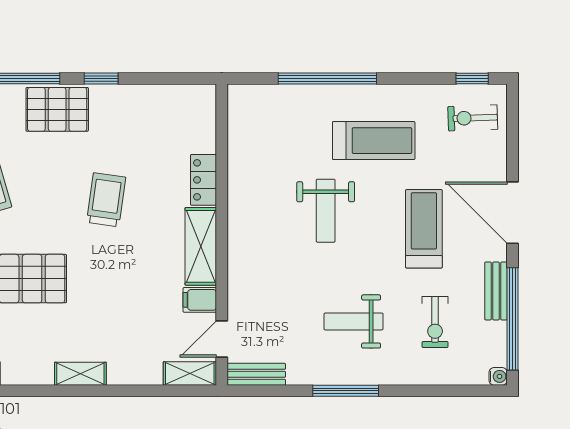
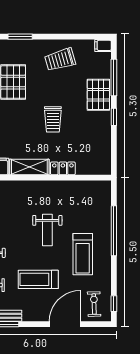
trolley: (106, 200) -> (53, 119), turned 82
weight bench: (326, 211) -> (47, 230), turned -90
door: (513, 213) -> (65, 324), moved
treadmill: (424, 229) -> (38, 279), turned 180

